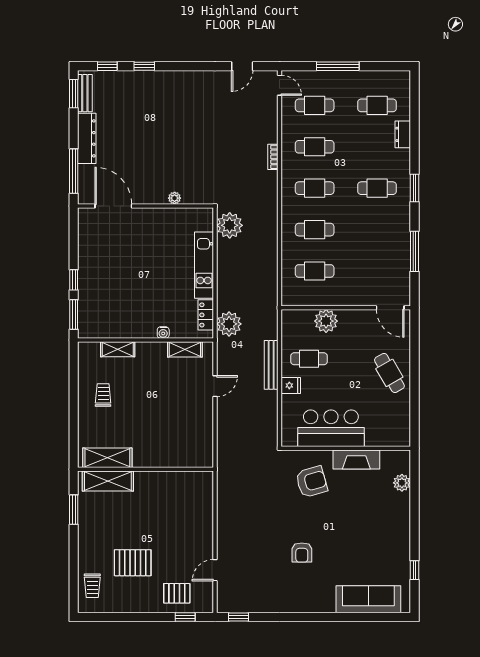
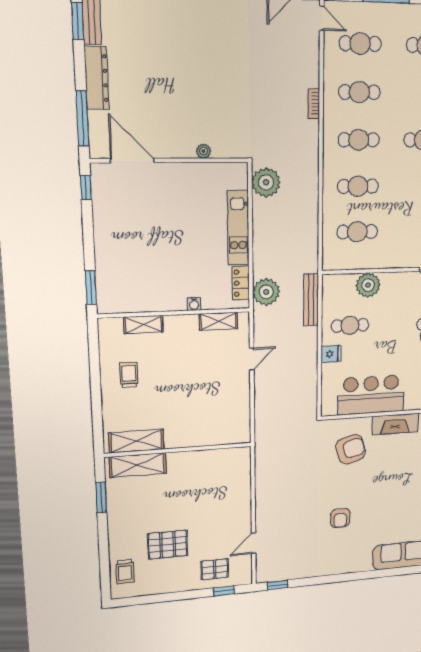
window: (74, 280) -> (86, 188), moved
bench: (271, 365) -> (311, 300), moved

